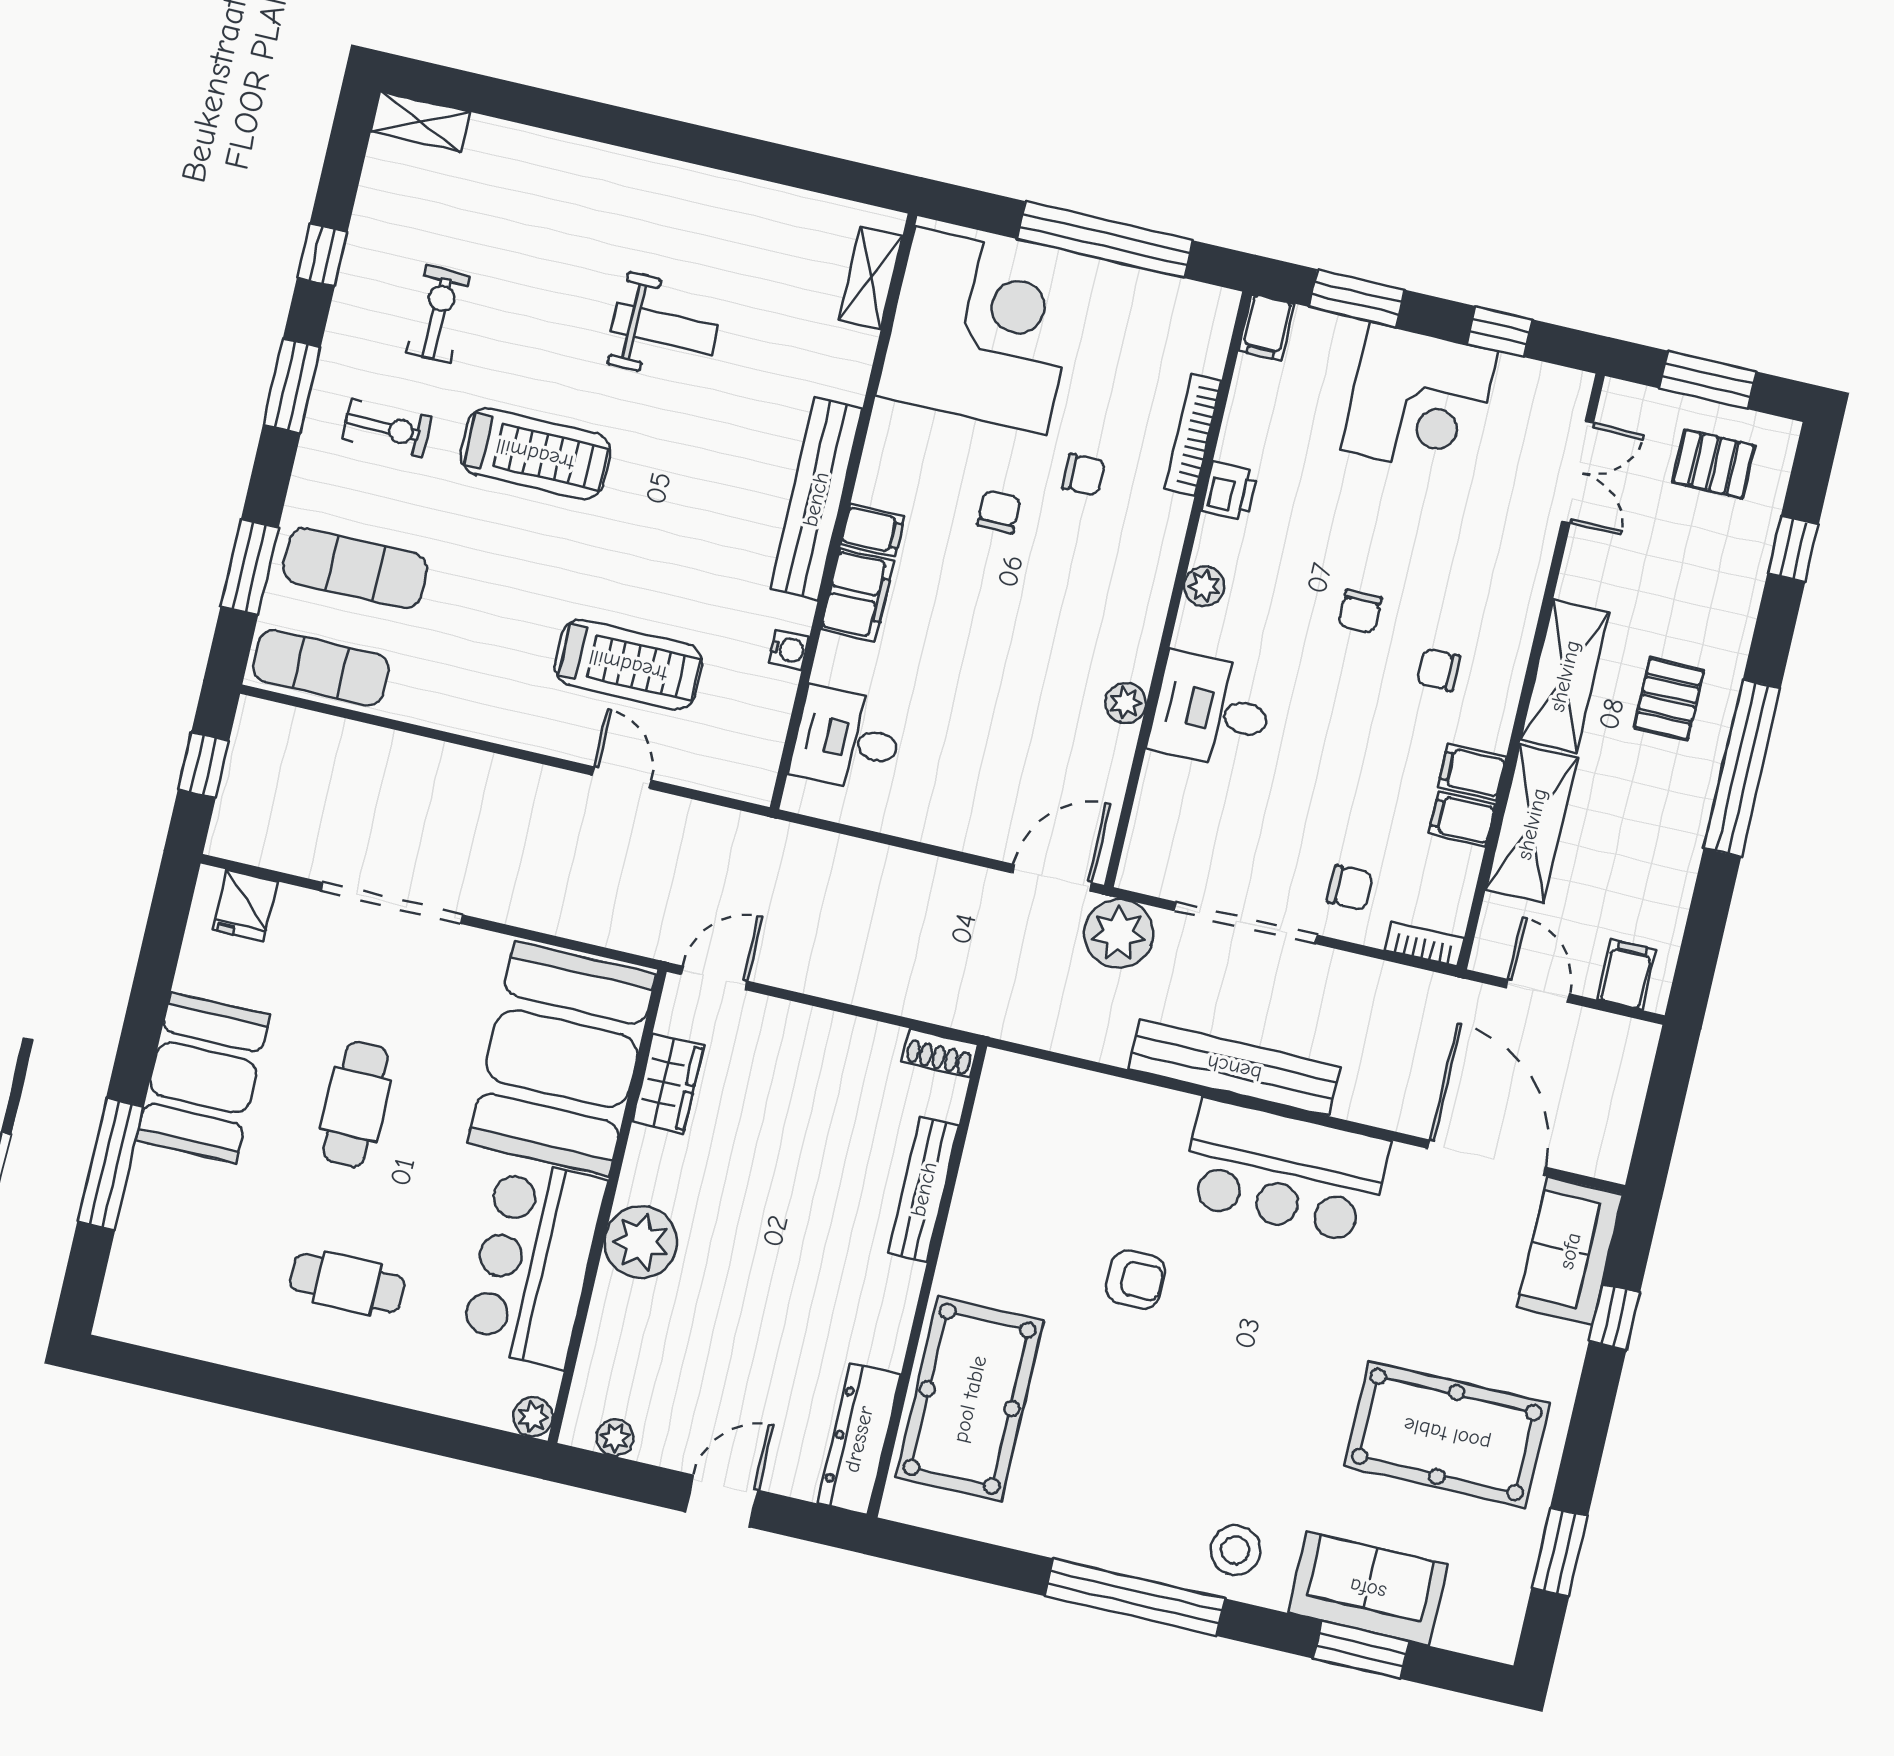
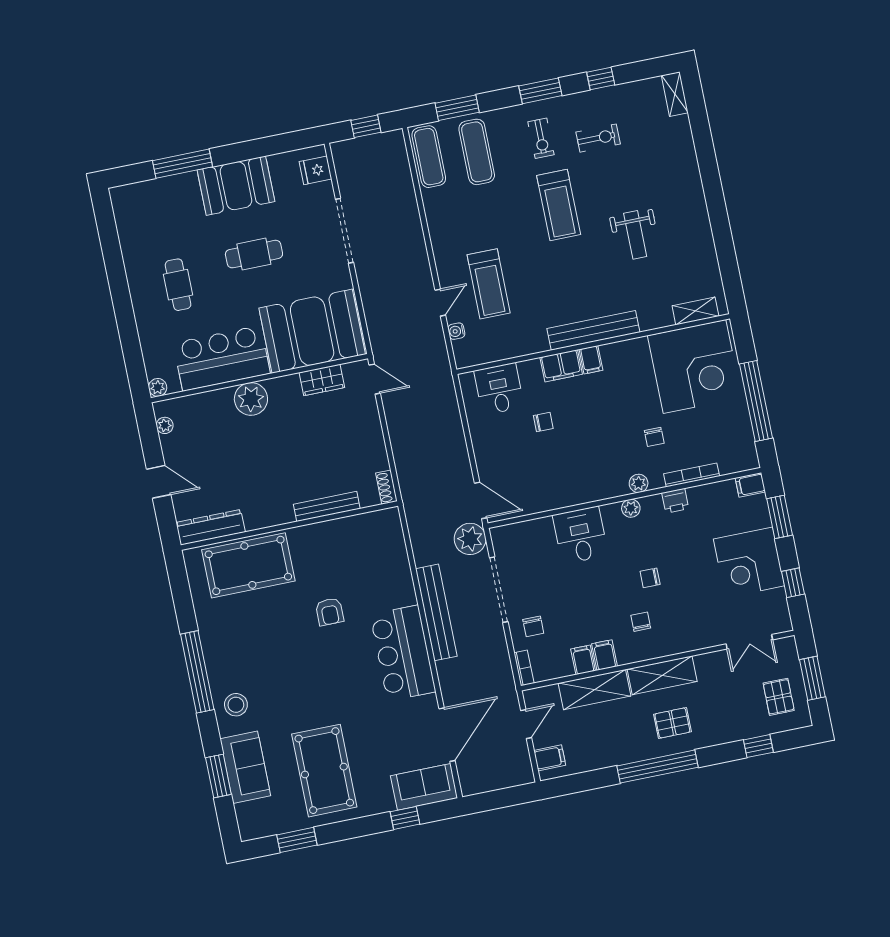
chair: (999, 512) -> (543, 422), moved
water cooler: (789, 650) -> (456, 331), moved, turned 90
plant: (1126, 703) -> (639, 483), moved

